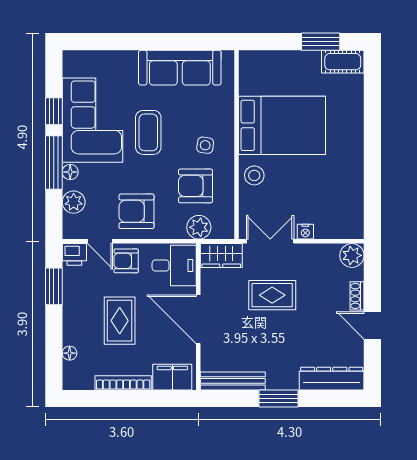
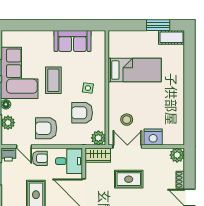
sofa: (180, 68) -> (72, 41), width x0.73
bed: (282, 125) -> (135, 70), width x0.67
stool: (254, 175) -> (127, 120), moved
plant: (199, 227) -> (98, 138), moved
nightstand: (305, 232) -> (153, 137), width x1.89, depth x1.79
armchair: (126, 261) -> (40, 158), turned 180

